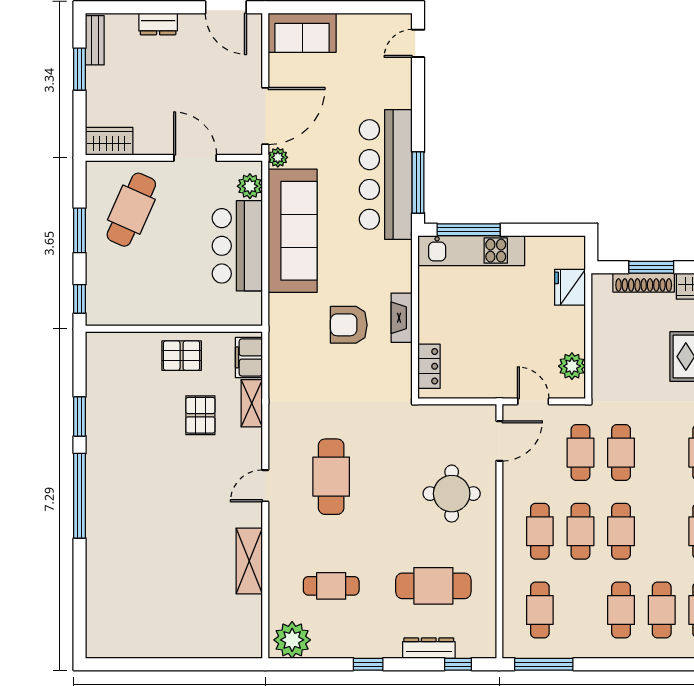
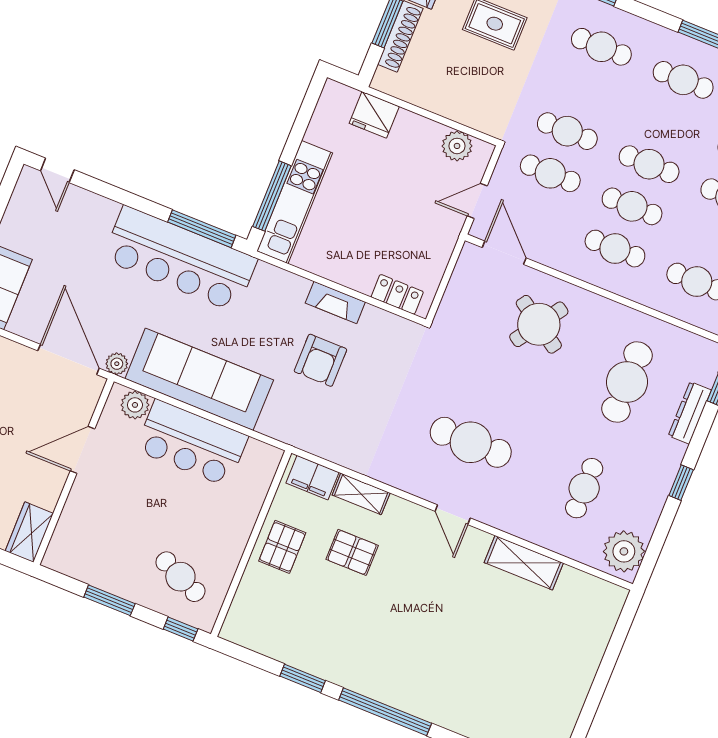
cafe table: (131, 210) -> (180, 577), moved, width x0.73, depth x0.74
round table: (452, 494) -> (539, 324), turned 34

